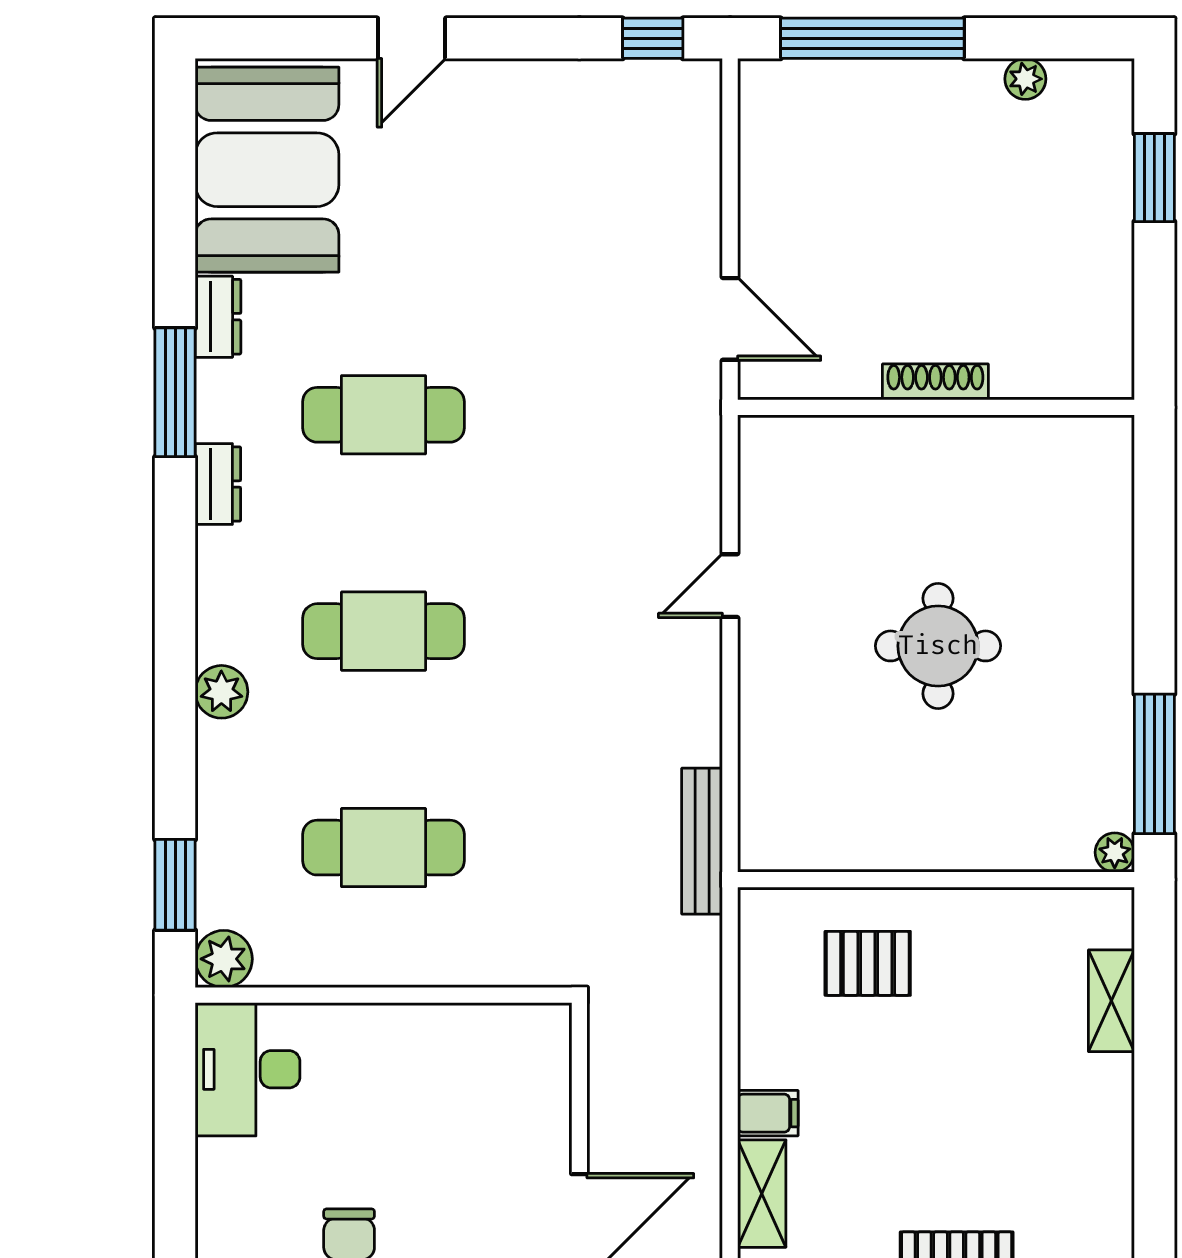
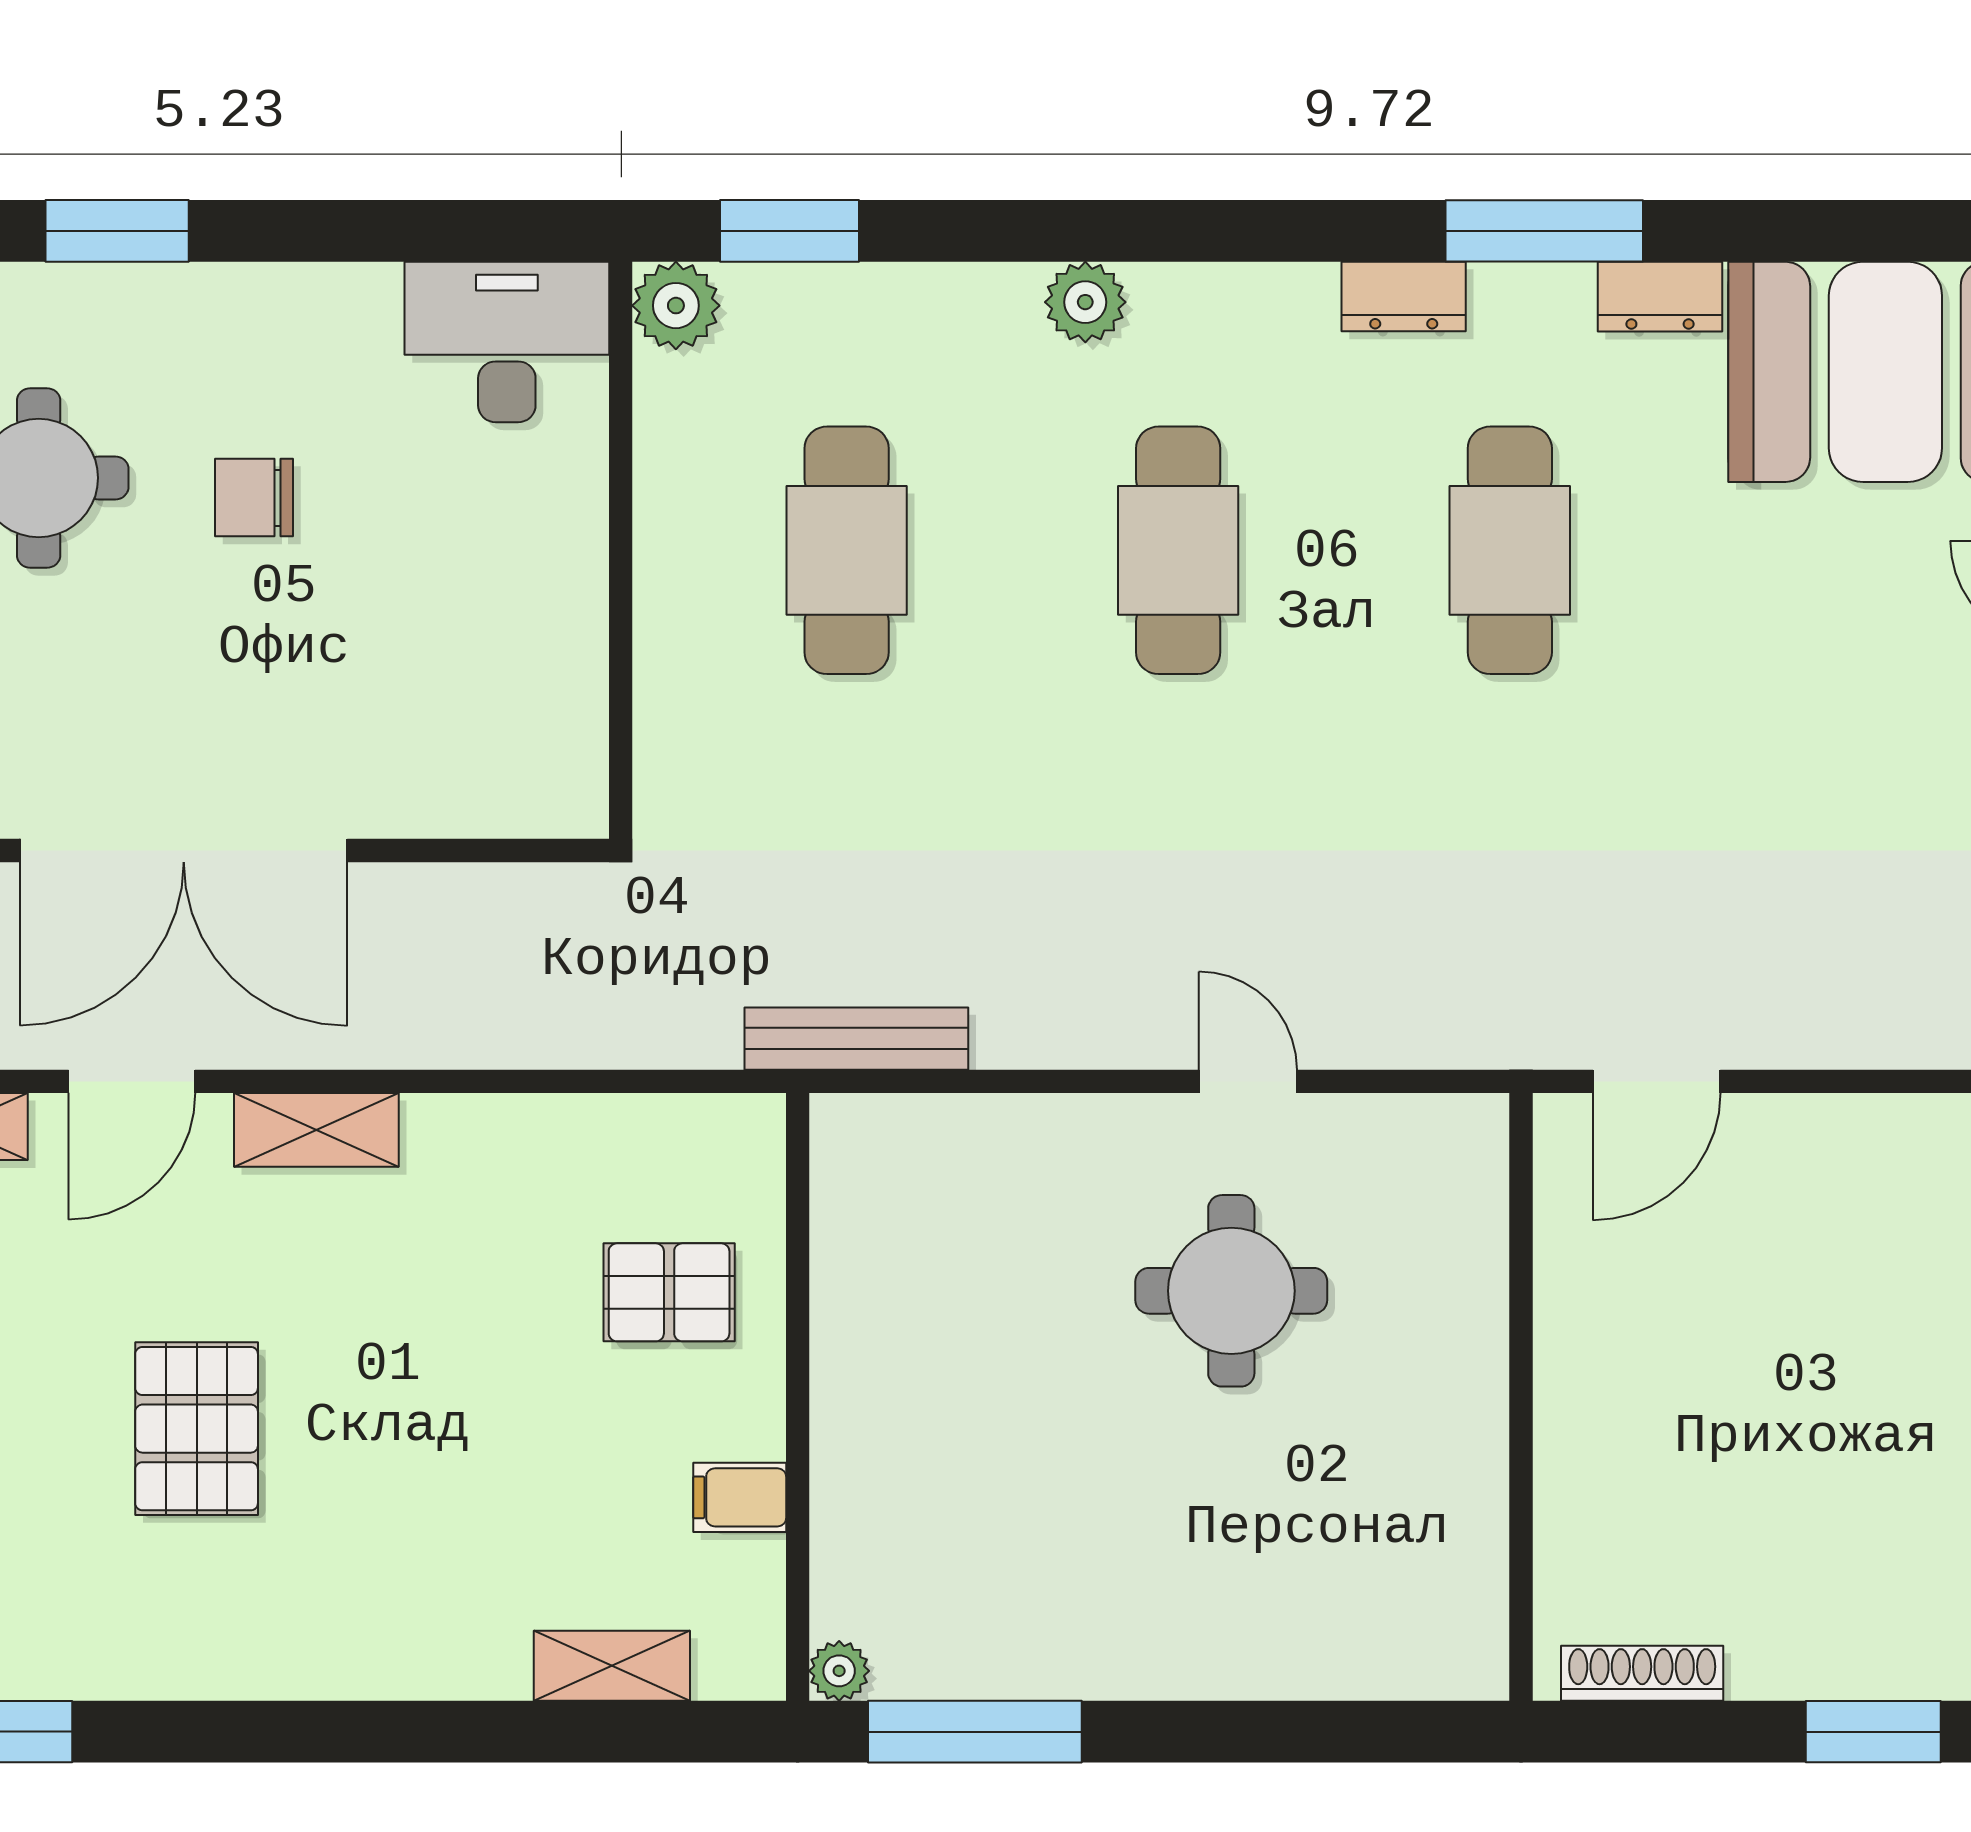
shoe rack: (935, 382) -> (1642, 1673), moved, turned -90
round table: (938, 646) -> (1231, 1291), moved
pallet: (868, 963) -> (669, 1292), turned 90
filing cabinet: (768, 1113) -> (740, 1497), moved, turned 90

